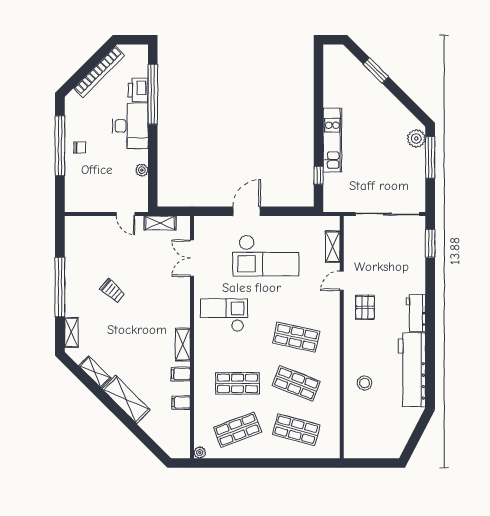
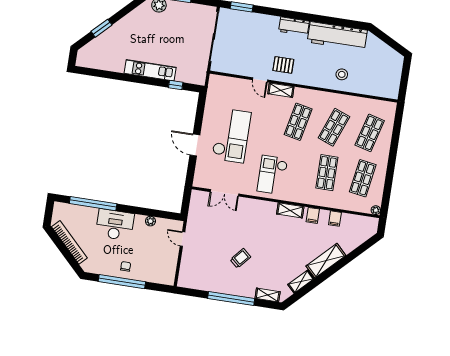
printer: (138, 90) -> (88, 214), removed
door: (125, 214) -> (182, 239), swing flipped
shelving: (160, 223) -> (194, 213), removed
shelving: (333, 247) -> (281, 90), moved
shop shelf: (237, 430) -> (363, 178), turned 30

